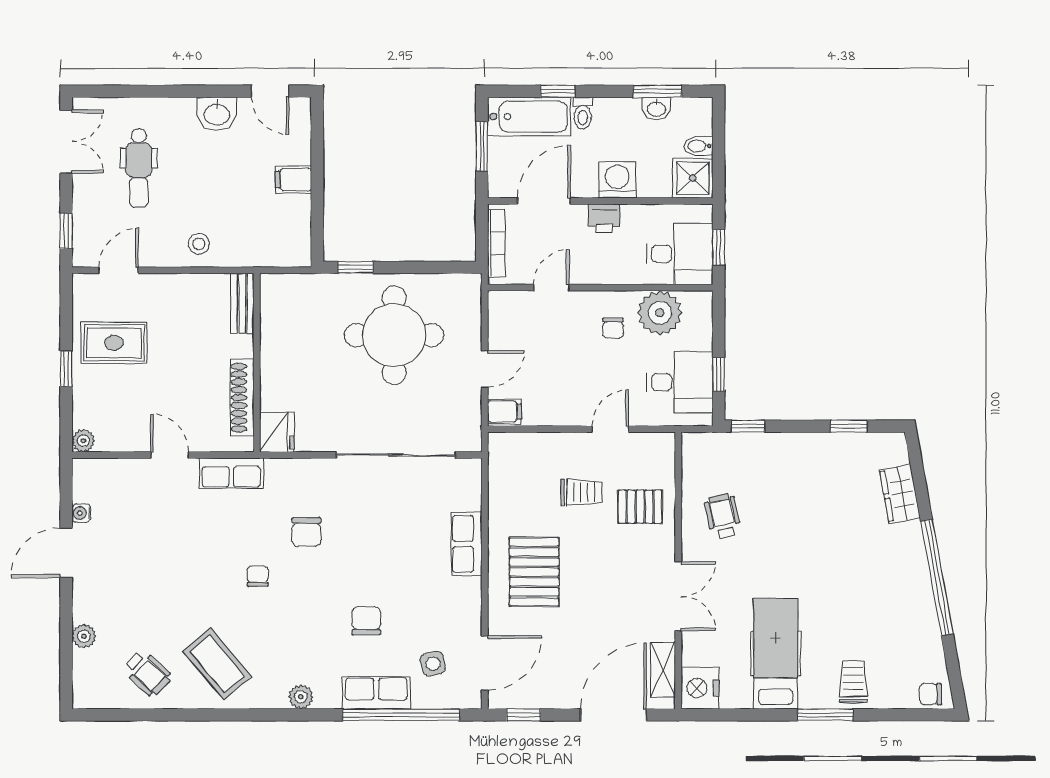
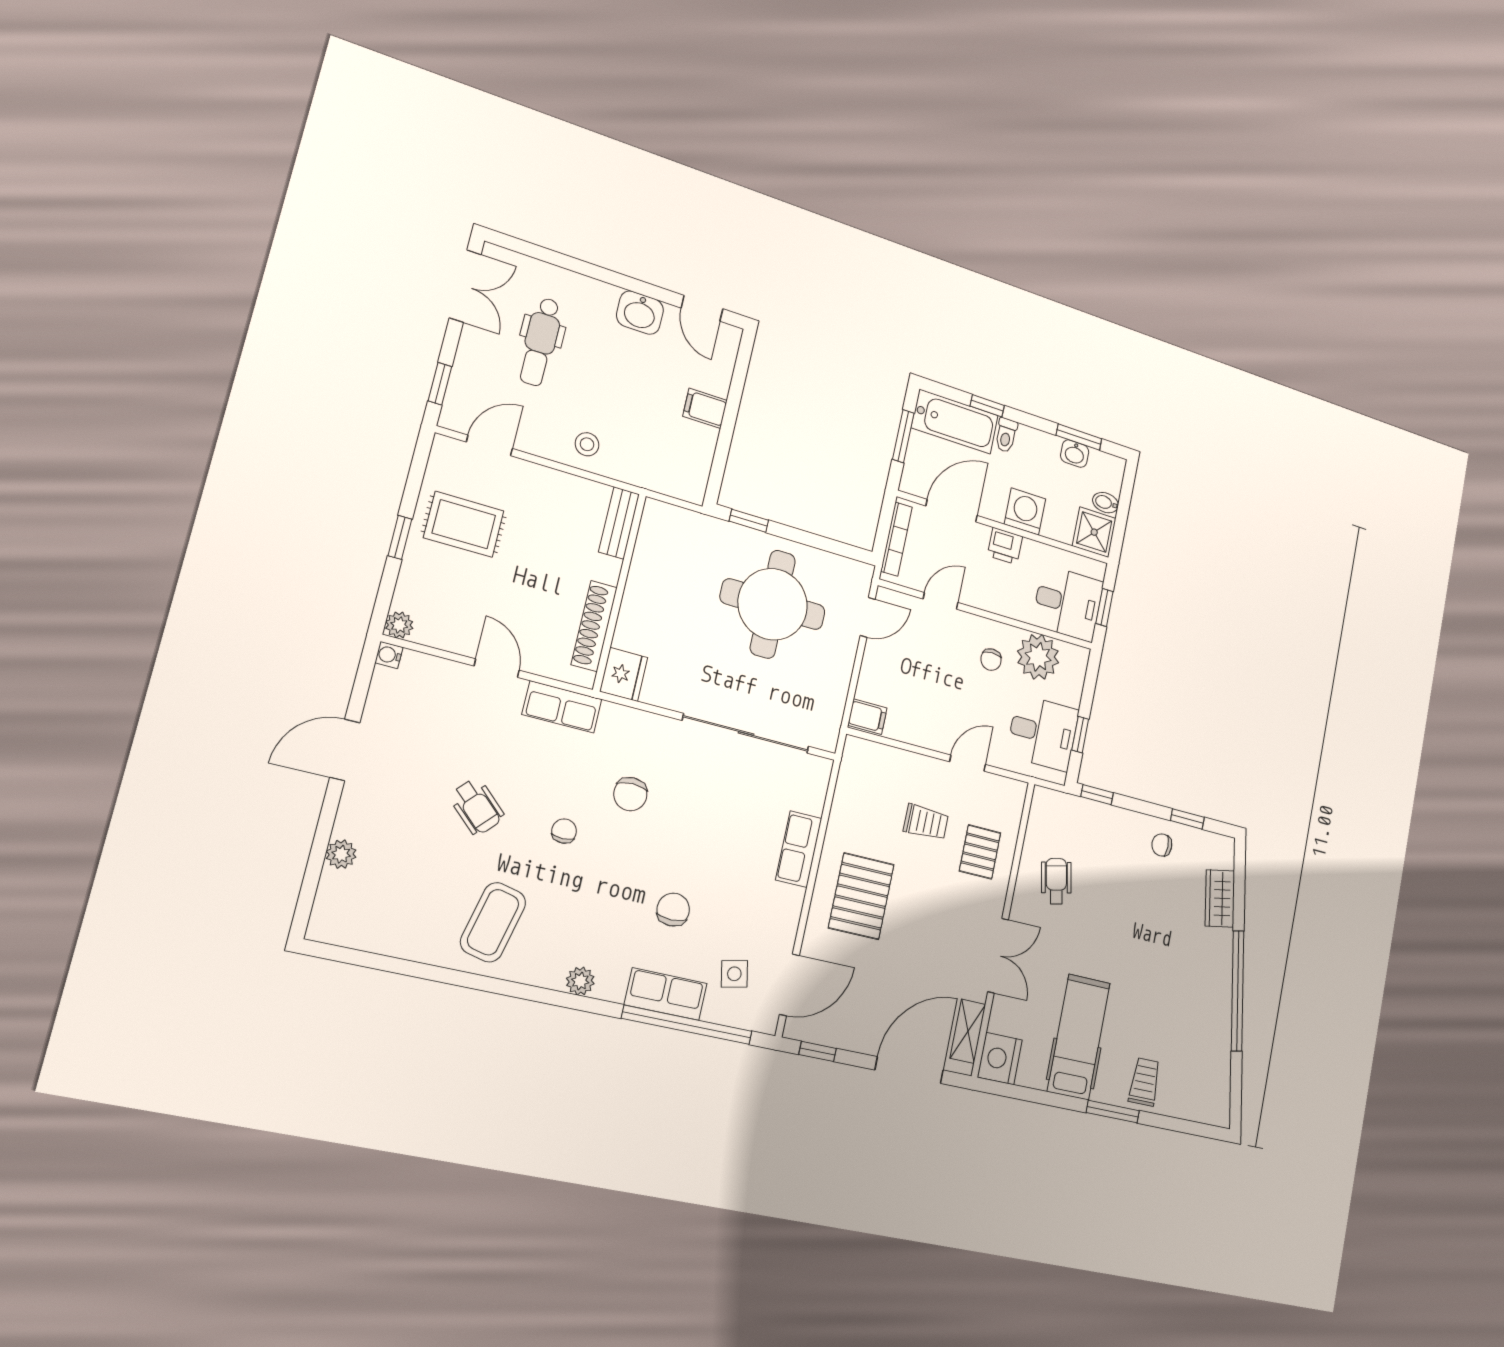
door: (485, 369) -> (868, 617), moved
pallet: (640, 507) -> (980, 852), turned 90
water cooler: (81, 513) -> (389, 655), moved
coffee table: (217, 664) -> (493, 922), turned 53
wheelchair: (147, 673) -> (477, 807), moved
chair: (930, 694) -> (1162, 845), moved

